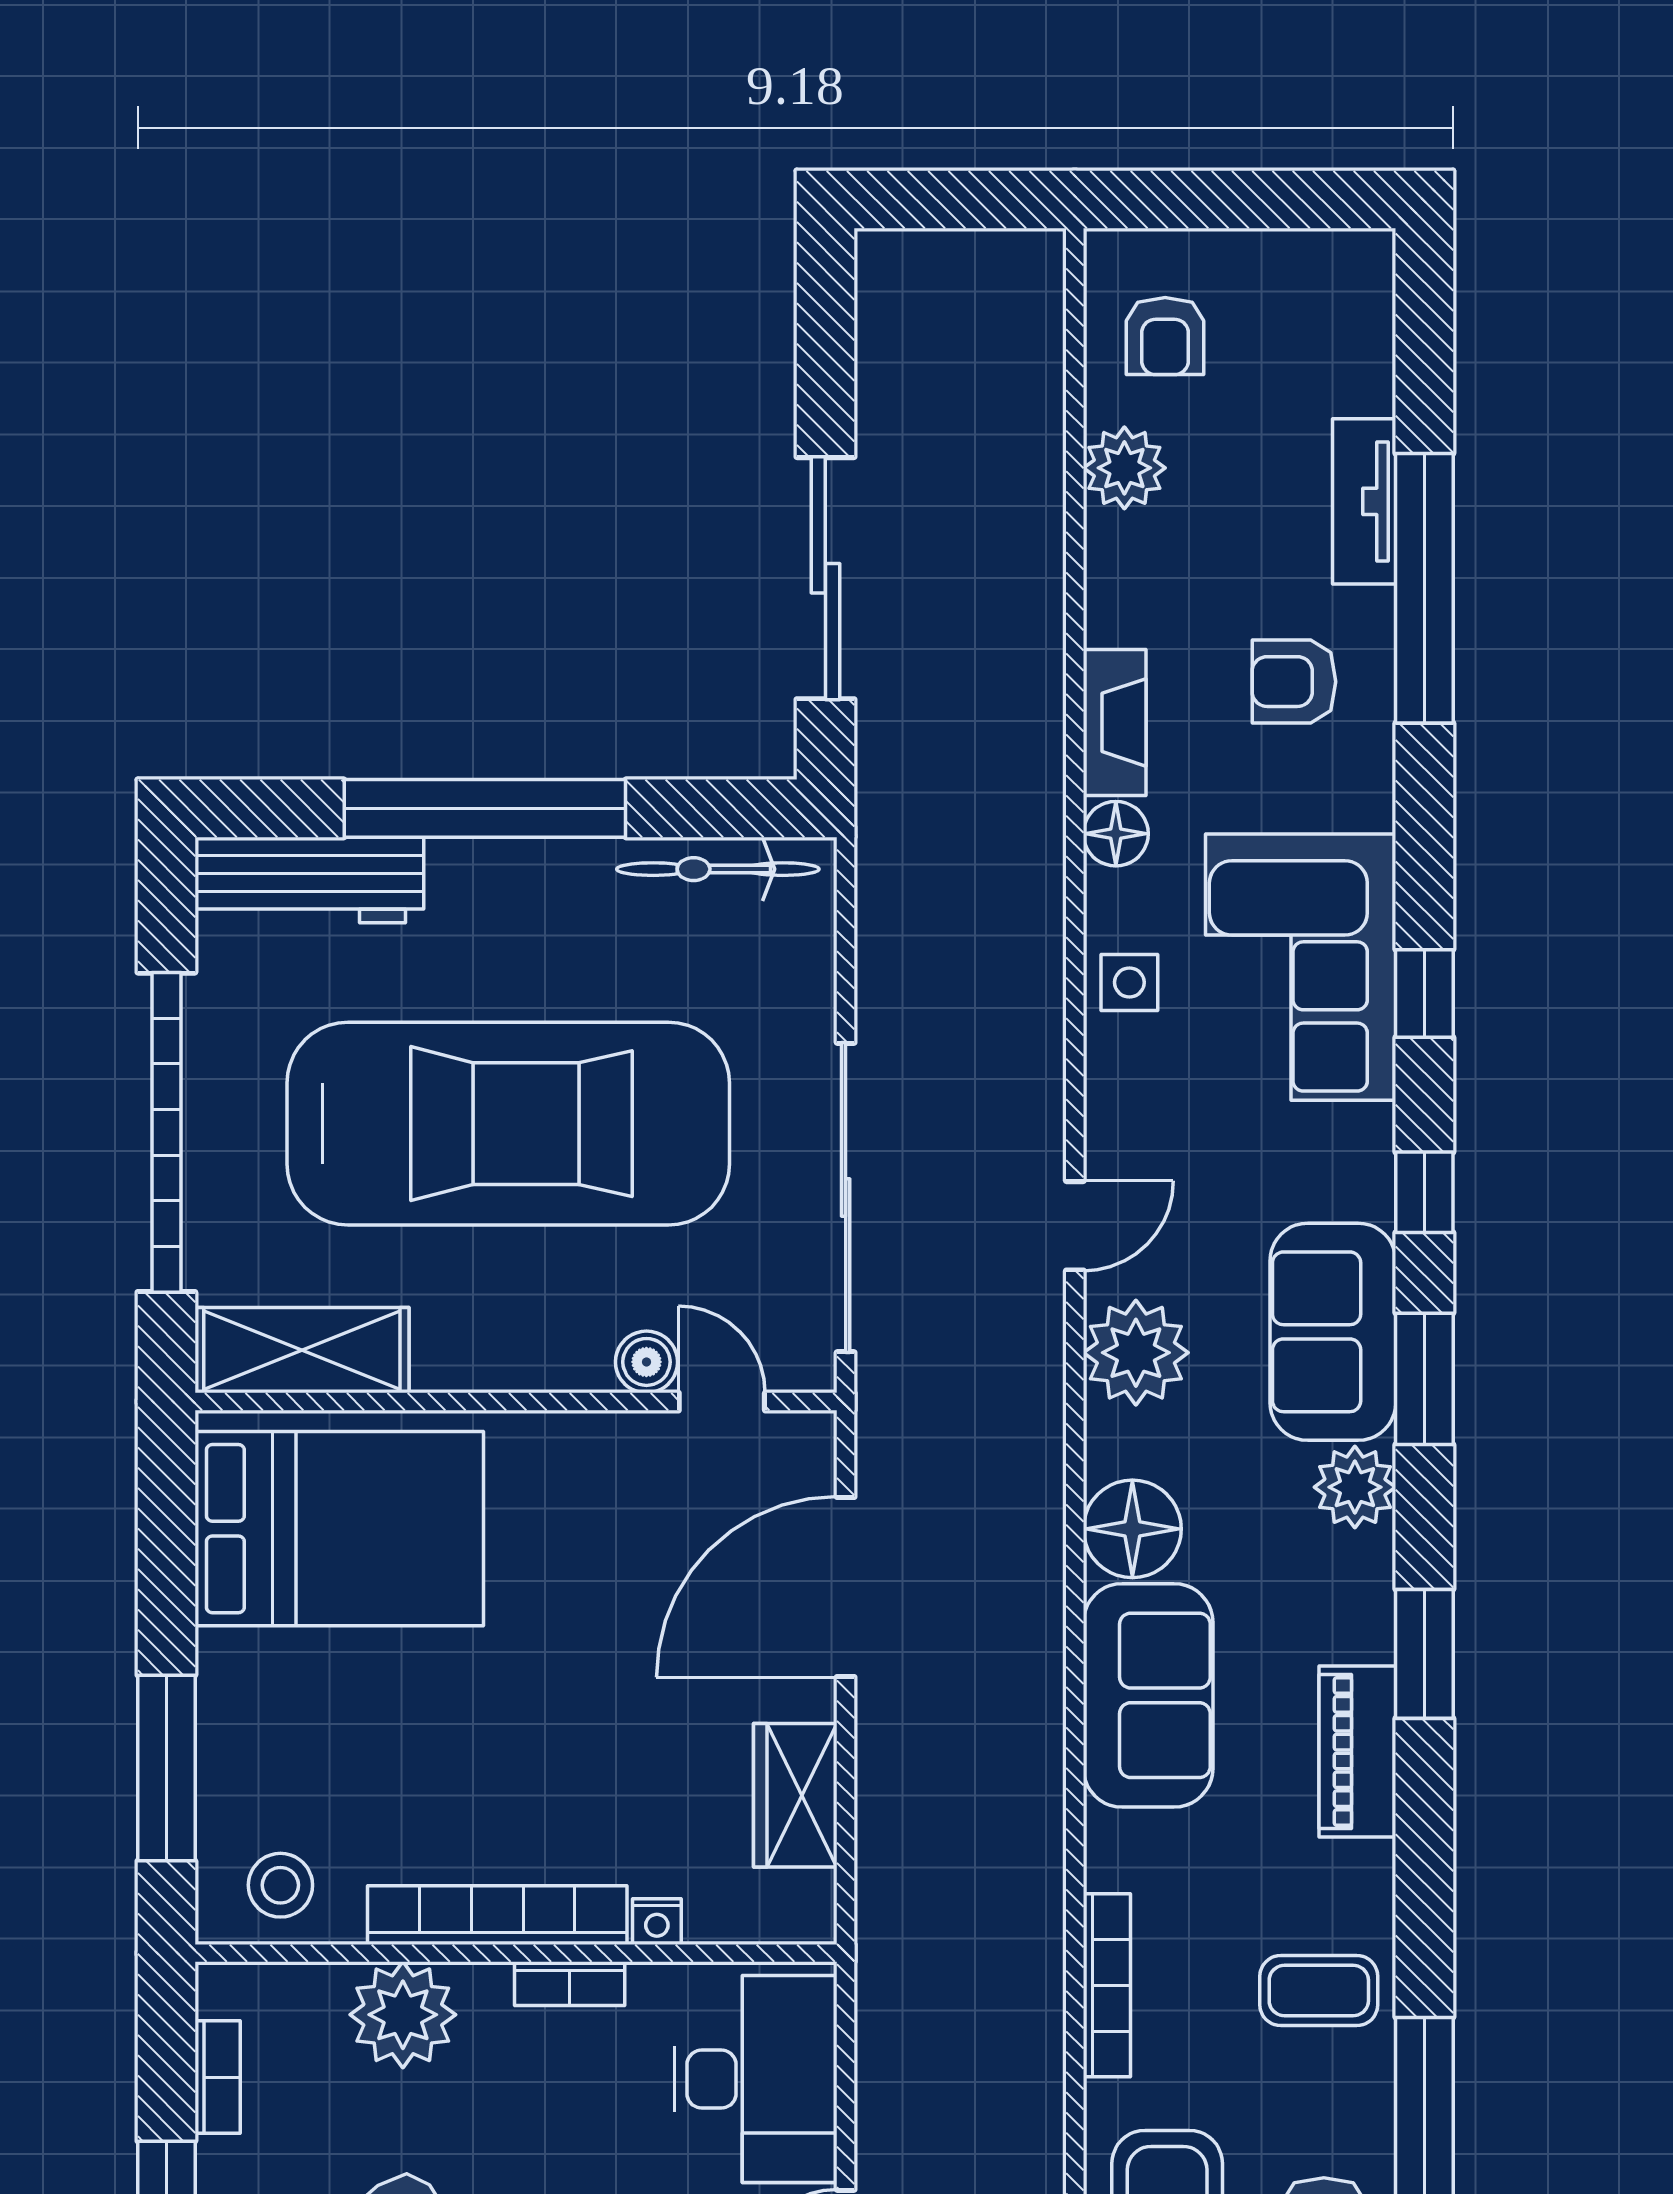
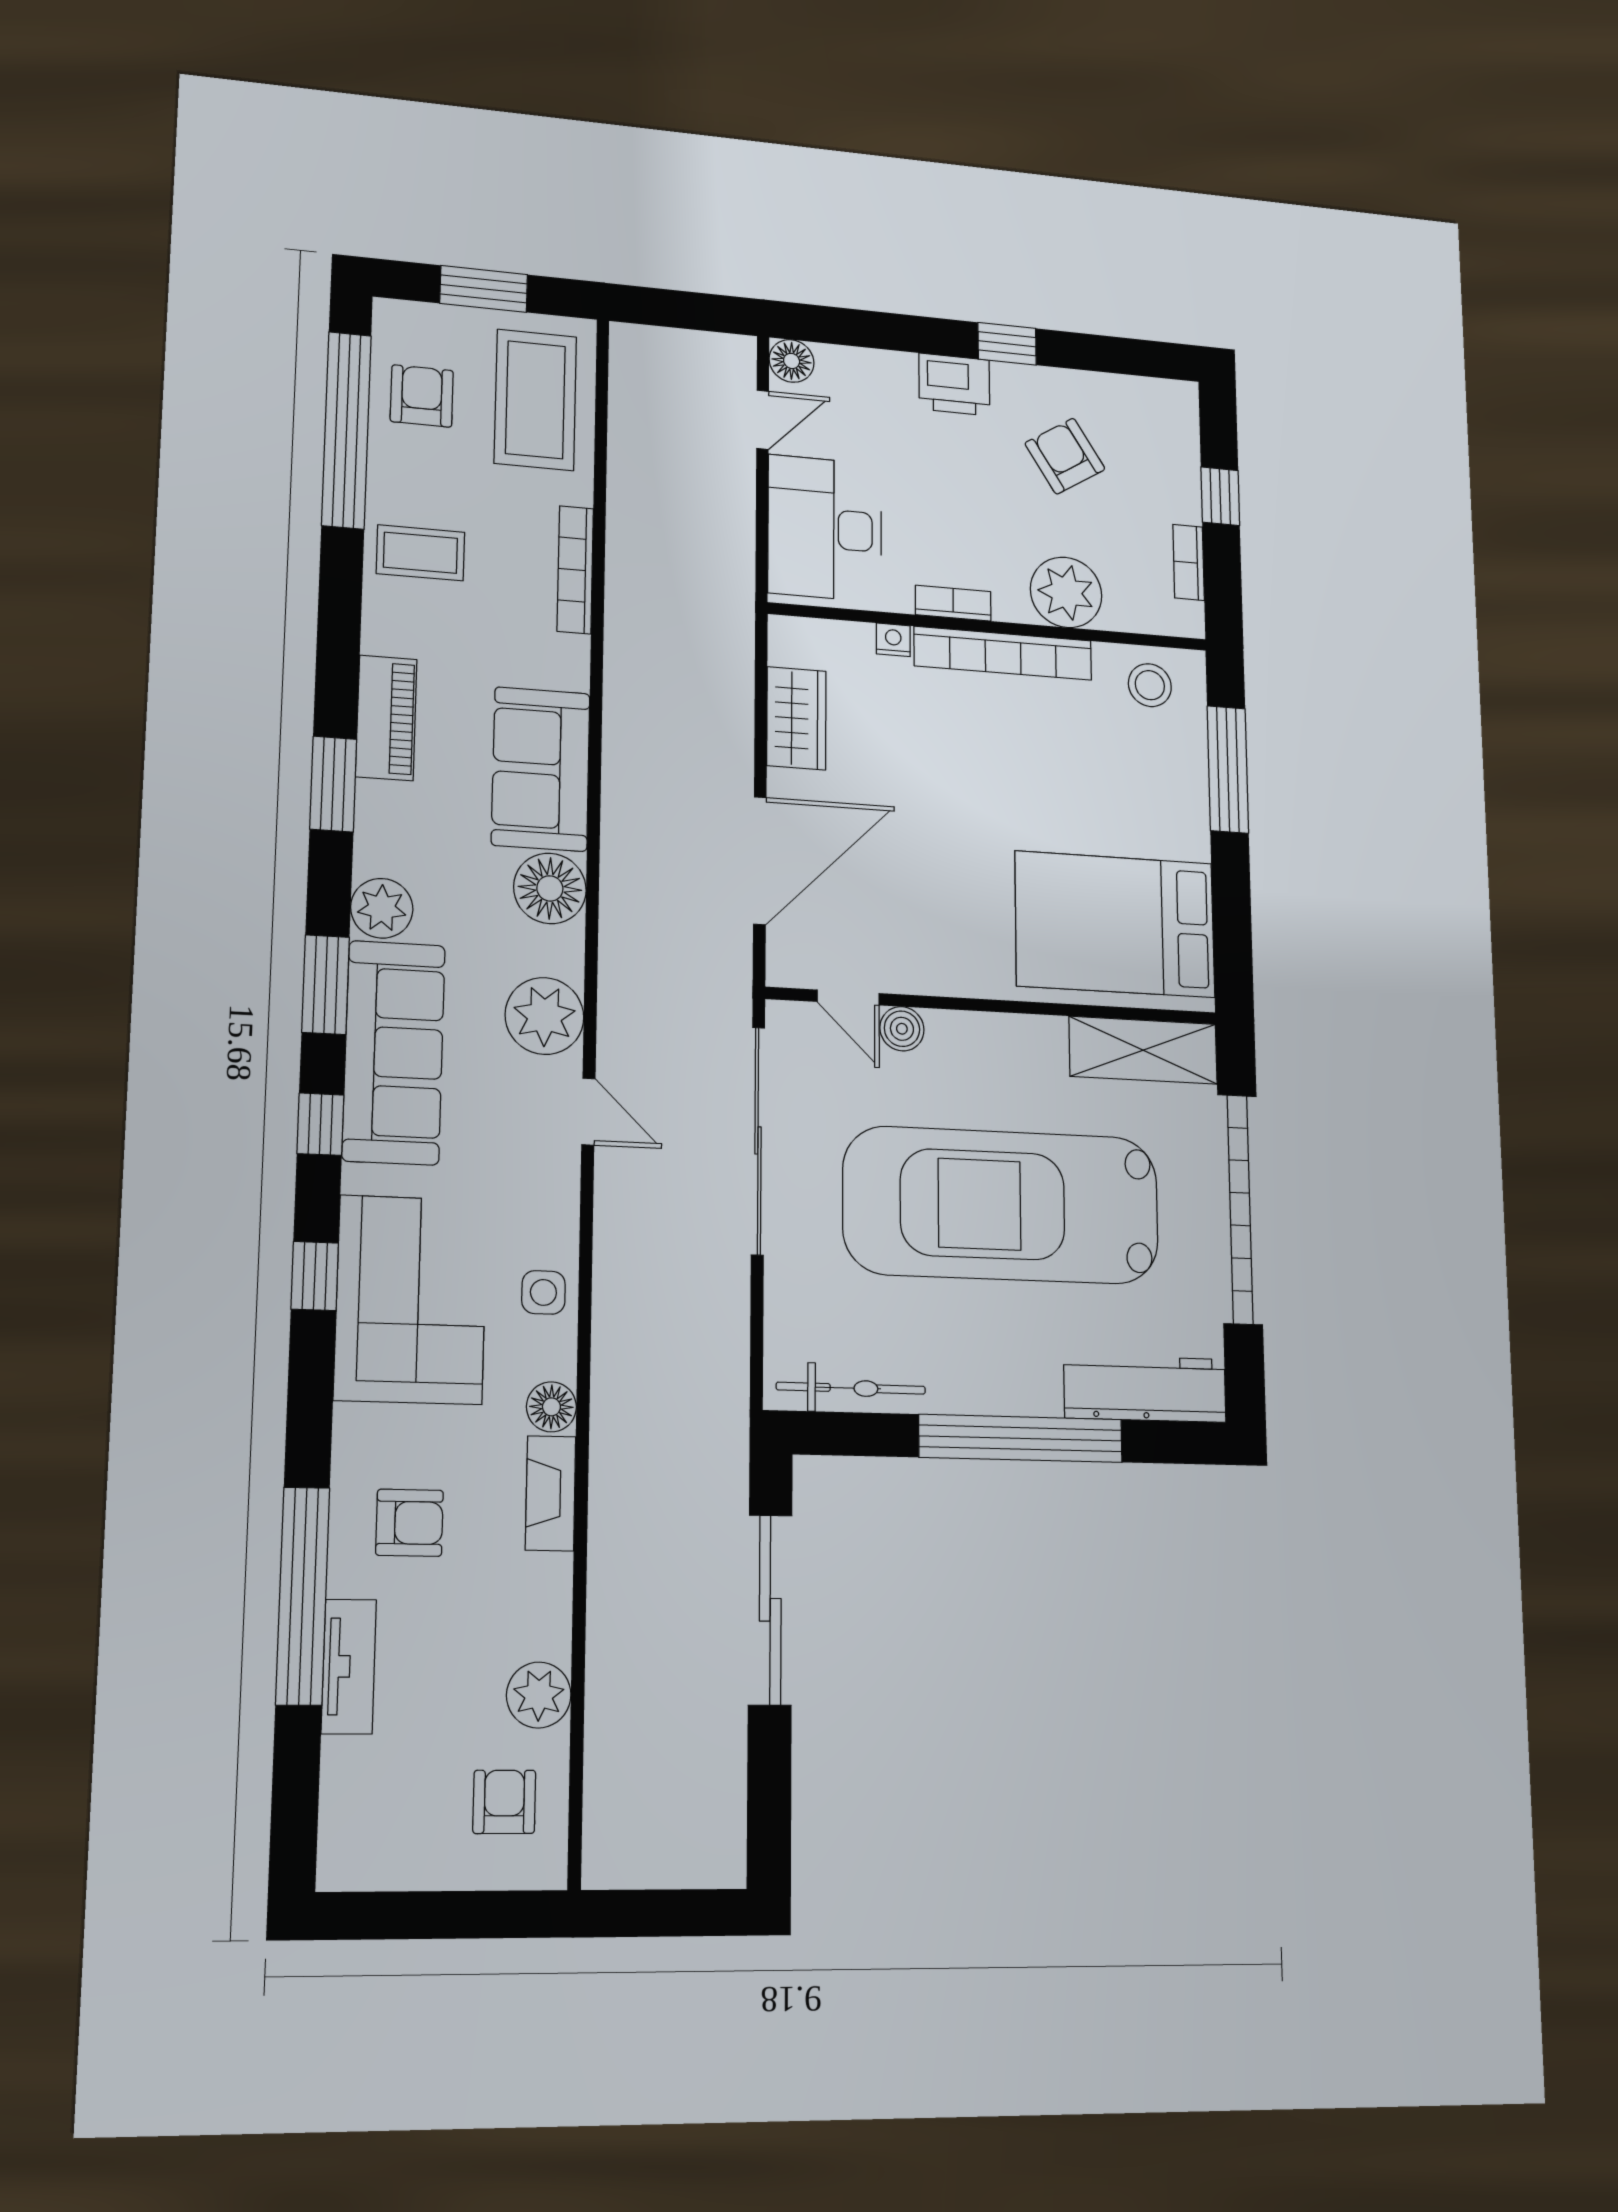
door: (1075, 1226) -> (588, 1112), swing flipped
sofa: (1333, 1332) -> (394, 1052), width x1.36

